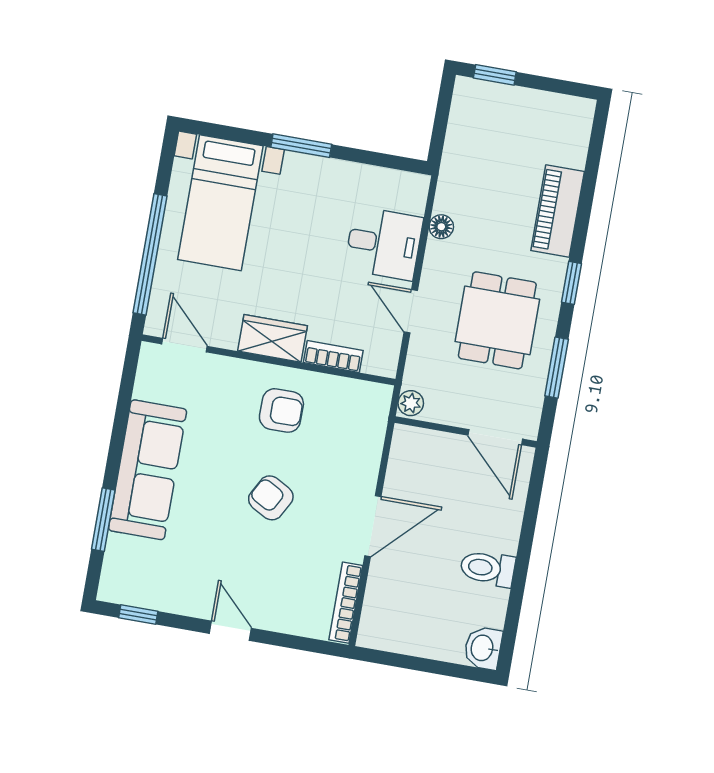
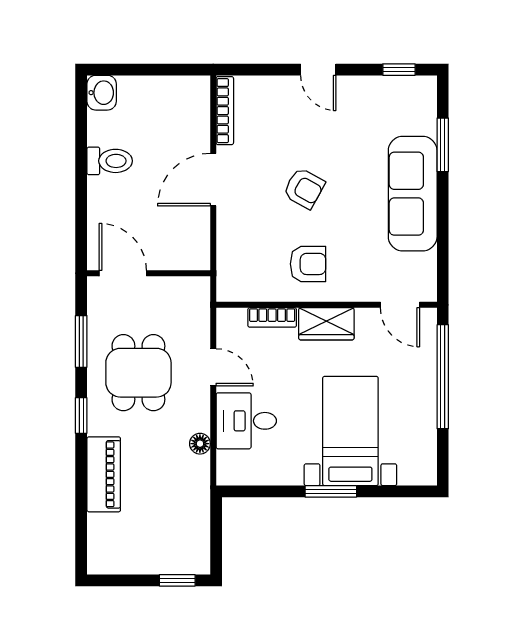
bed with nightstands: (220, 203) -> (350, 431), moved
plant: (411, 403) -> (199, 290), removed
armchair: (281, 410) -> (308, 264), turned 180

